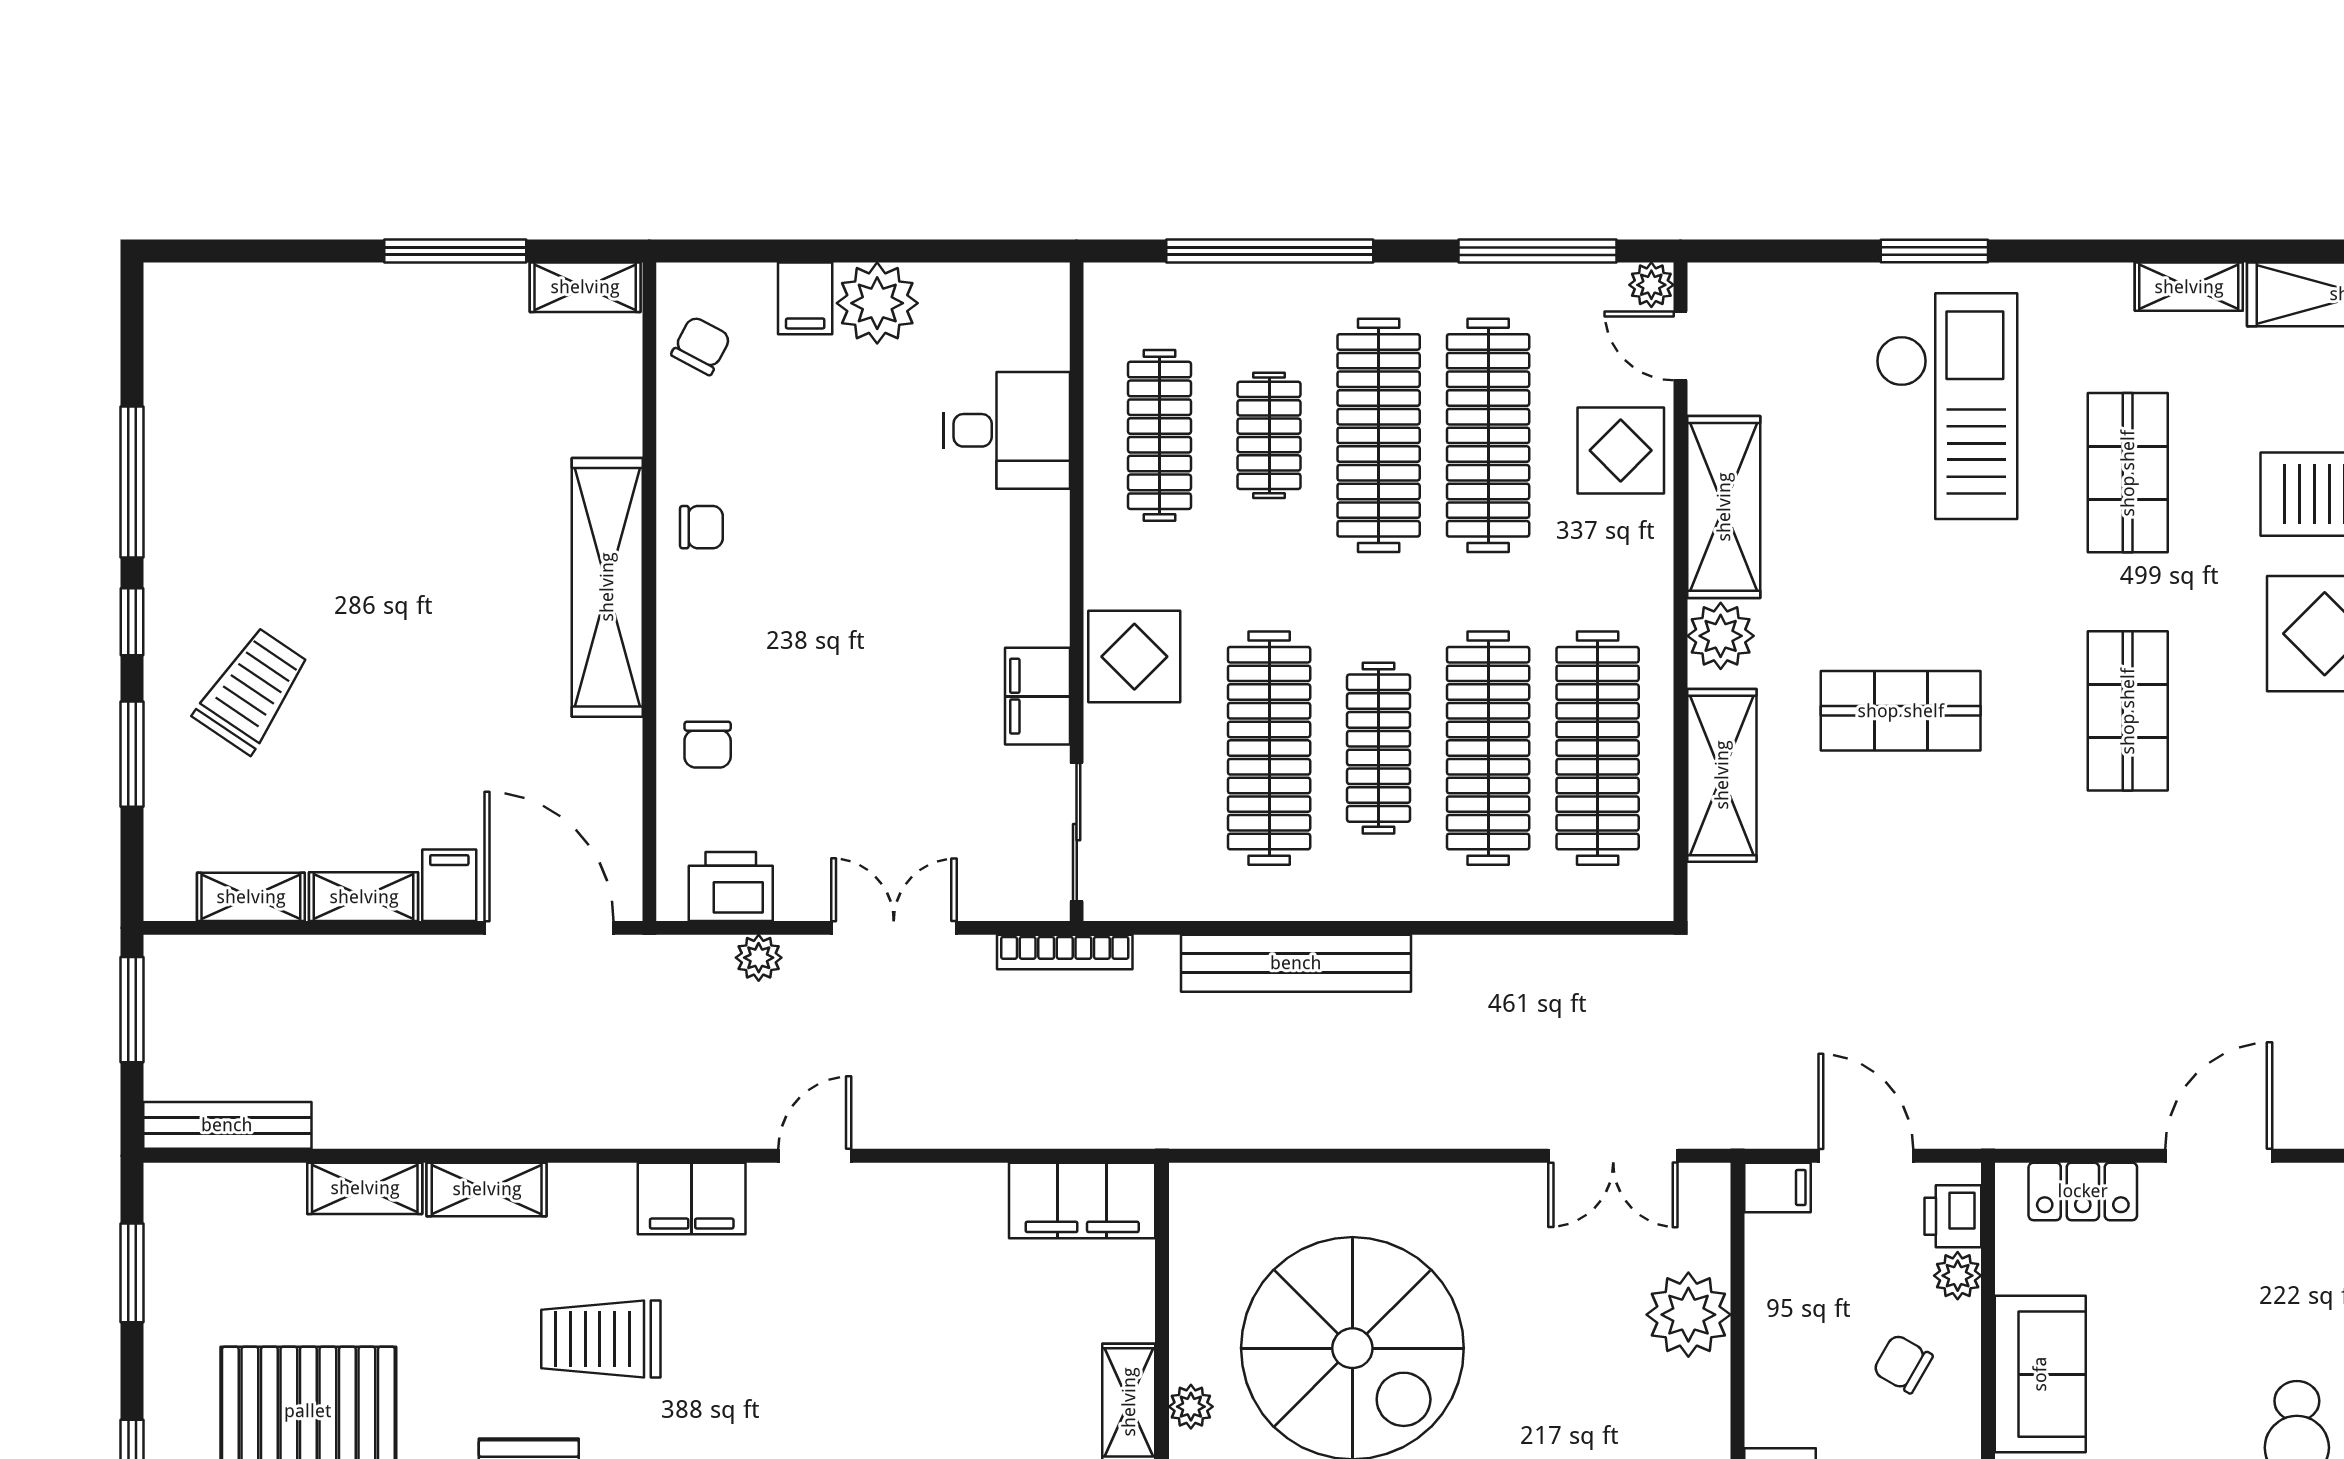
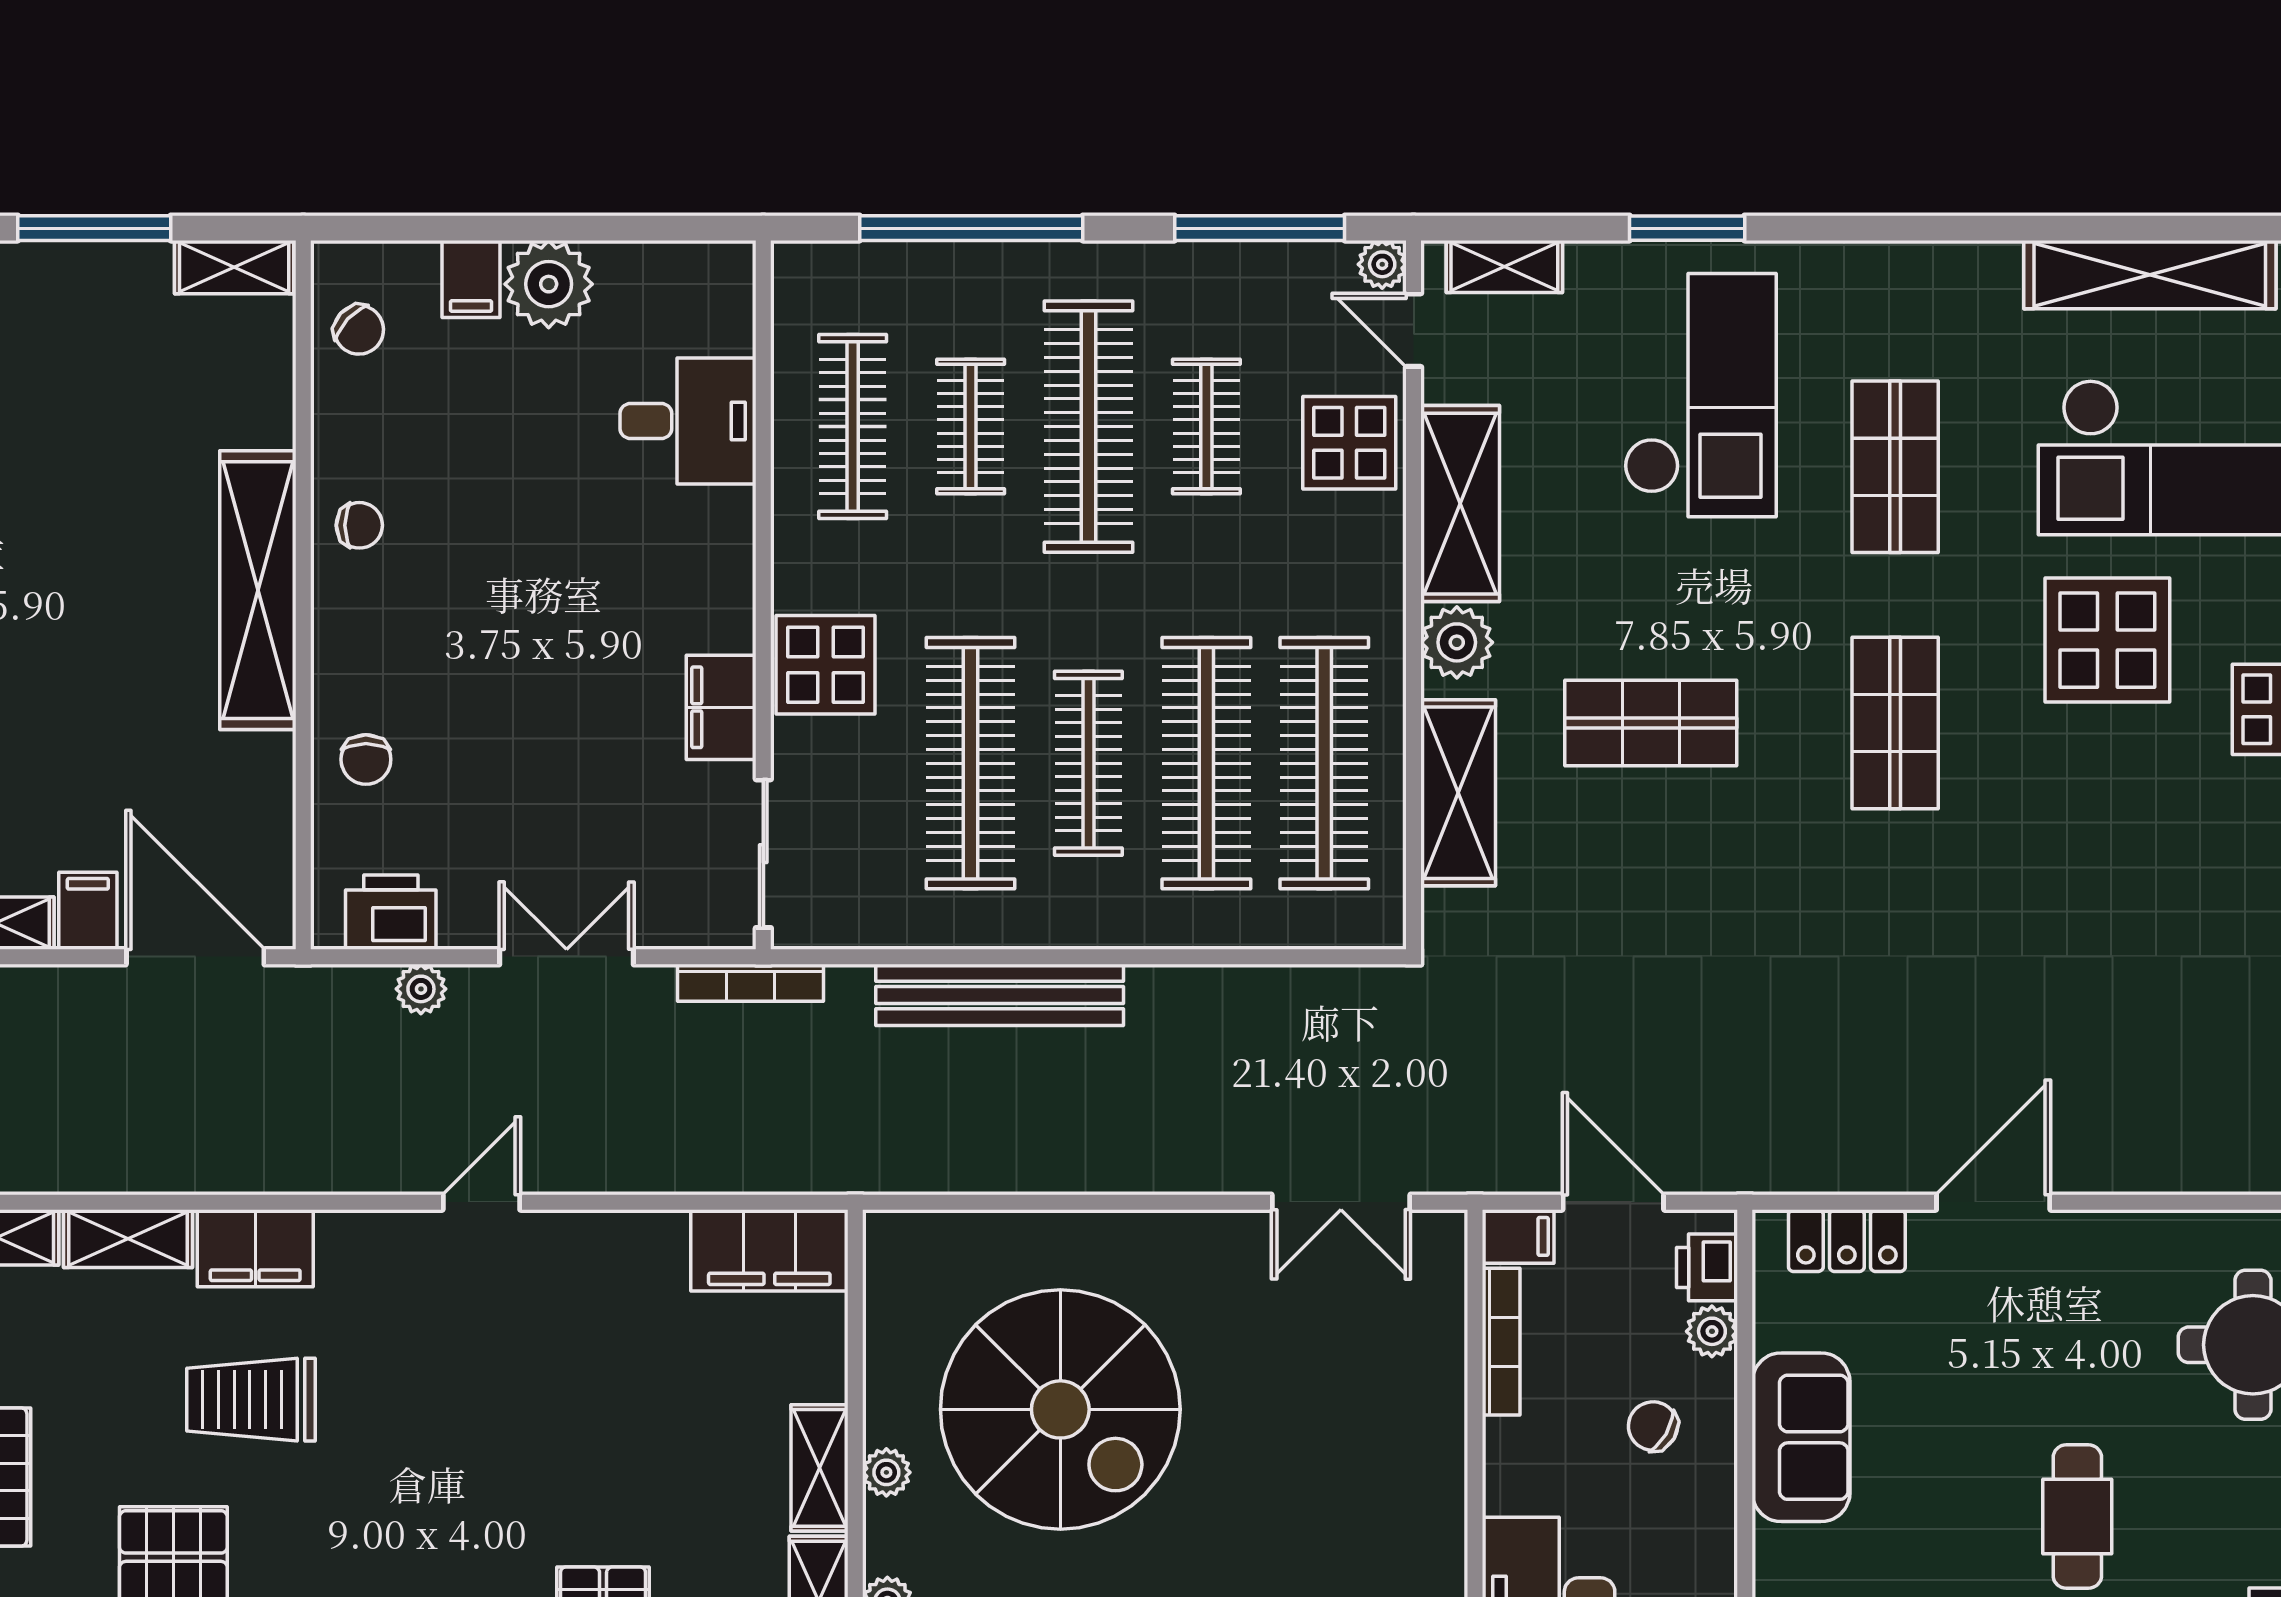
shelving: (2189, 287) -> (1504, 266), moved
chair: (701, 346) -> (359, 330), turned 105
clothes rail: (1488, 435) -> (1206, 427), width x0.54, depth x0.76
filing cabinet: (692, 1198) -> (255, 1248), moved
bookcase: (1762, 1285) -> (1501, 1342), added
plant: (1688, 1315) -> (1422, 1373), removed

